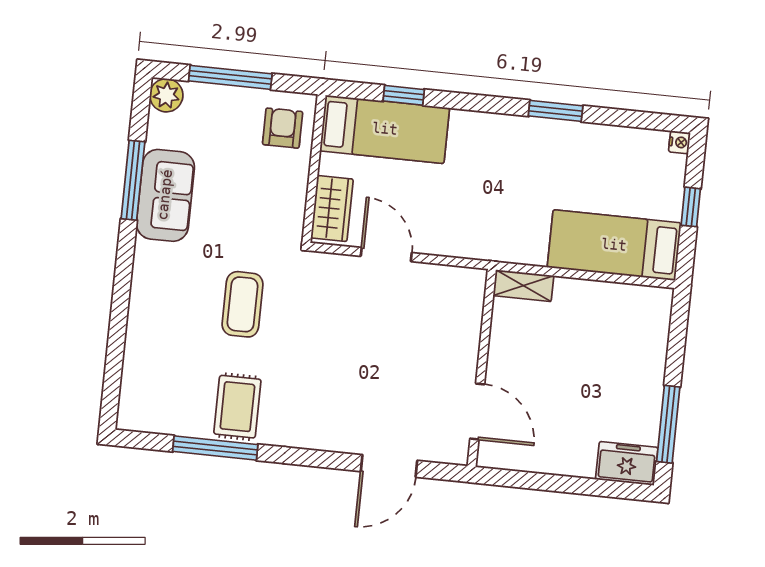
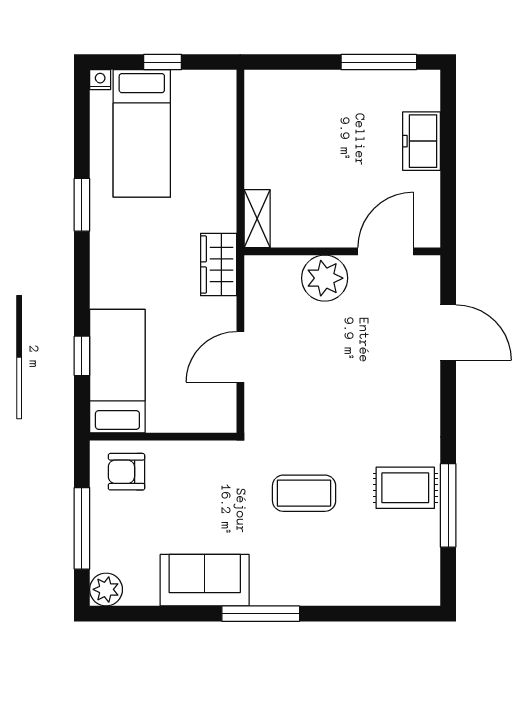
window: (133, 180) -> (261, 614), moved
wardrobe: (332, 208) -> (219, 264), moved, turned -90
bed: (614, 245) -> (142, 133), moved
plant: (457, 347) -> (325, 278), added
freezer: (627, 463) -> (422, 141), moved

